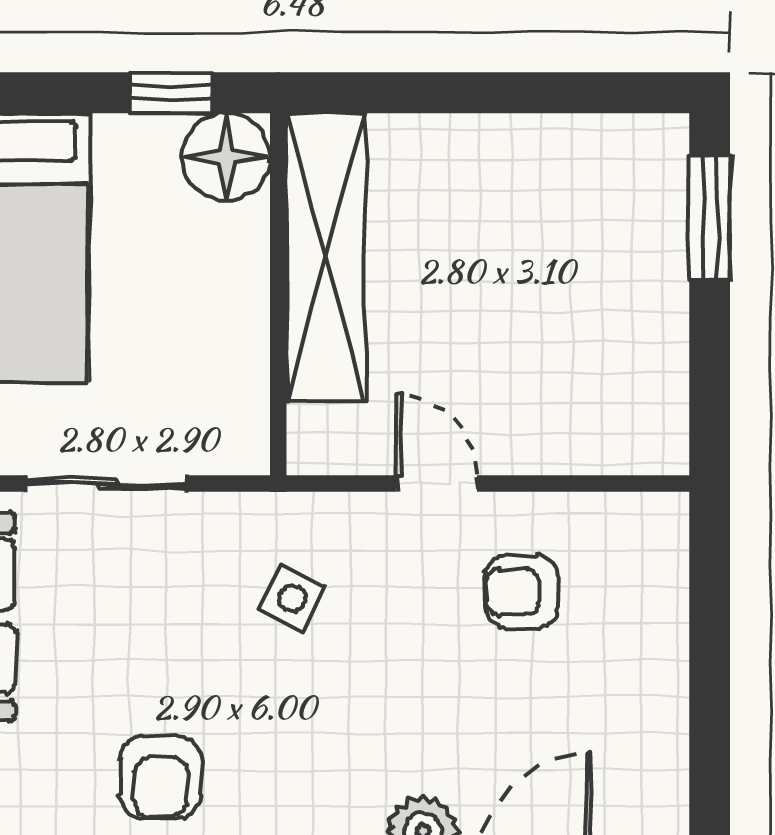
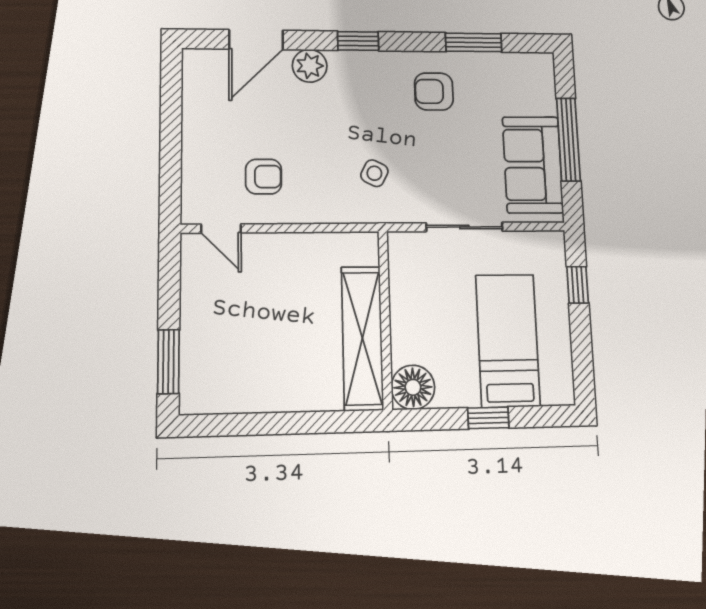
window: (171, 93) -> (488, 418), moved
door: (437, 484) -> (221, 229), moved
armchair: (161, 777) -> (434, 91), turned -90

